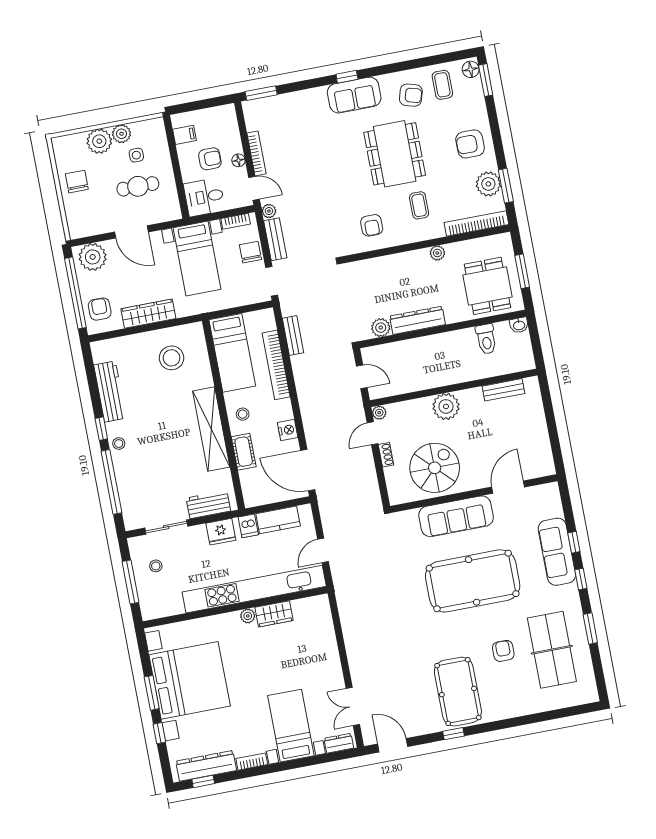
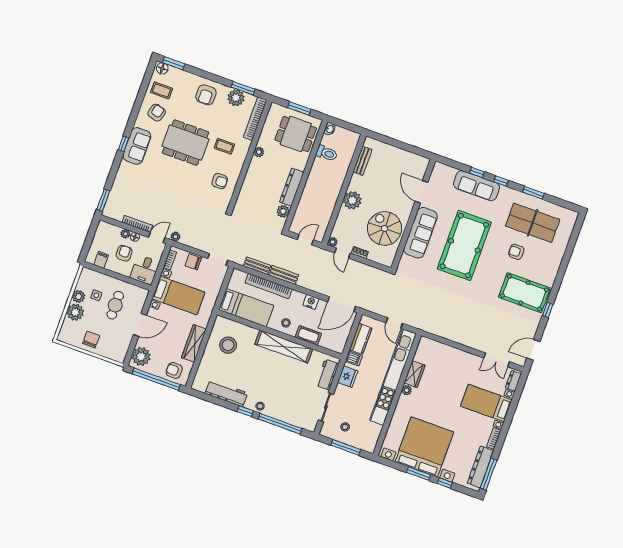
plant: (235, 146) -> (125, 234), added
chair: (77, 182) -> (91, 340), turned 90
bench: (275, 239) -> (284, 275), moved
window: (203, 781) -> (489, 474), width x2.17

